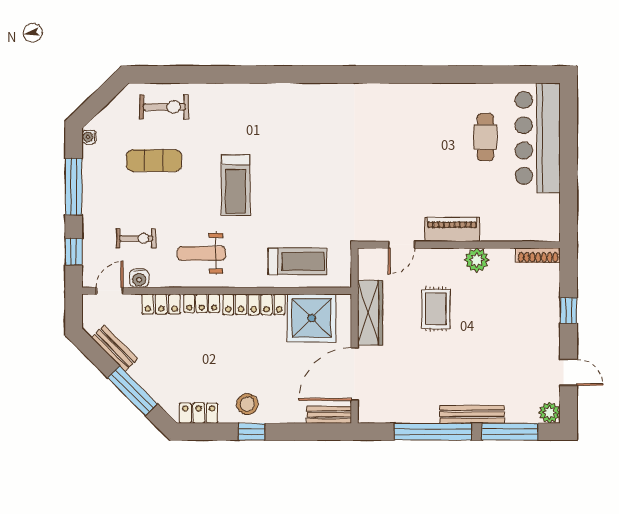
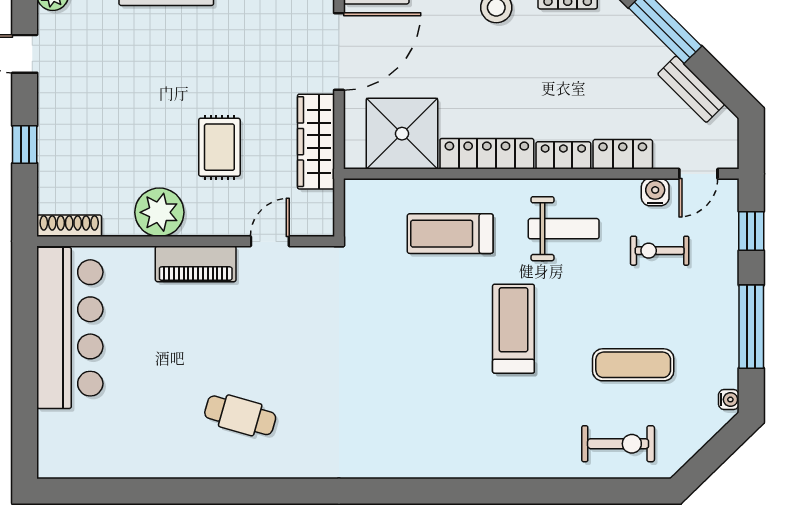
exercise bike: (164, 107) -> (618, 444), turned 180
cafe table: (485, 137) -> (240, 415), moved, turned -74
bar counter: (538, 138) -> (70, 328), moved
plant: (477, 260) -> (159, 212), width x1.36, depth x1.36
treadmill: (297, 261) -> (450, 234), moved

